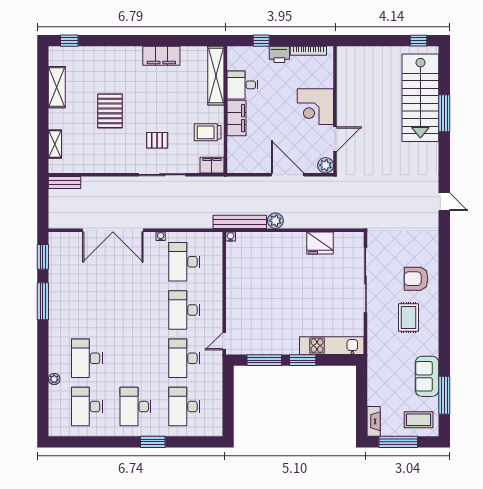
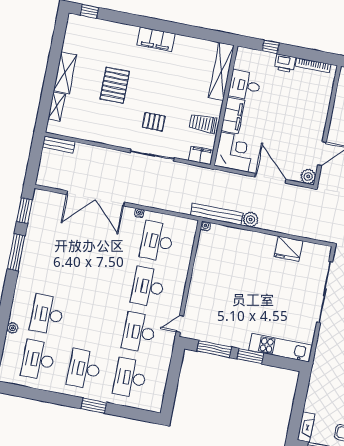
filing cabinet: (161, 56) -> (156, 39), moved
shelving: (57, 87) -> (65, 73), moved
corner desk: (315, 107) -> (234, 152), moved, turned 180

